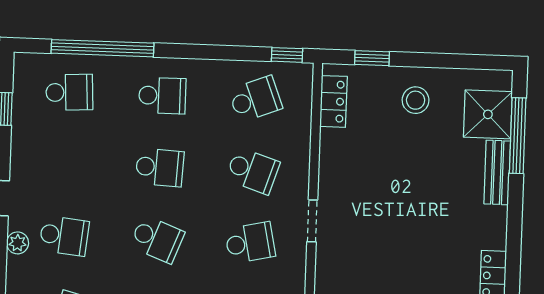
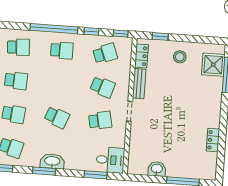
window: (103, 48) -> (54, 29), moved
window: (224, 53) -> (91, 31), added
school desk: (160, 167) -> (16, 81), moved
bench: (497, 172) -> (139, 84), moved

